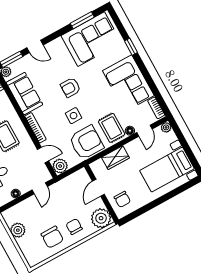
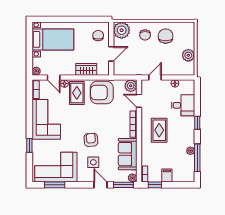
armchair: (70, 87) -> (91, 140), turned -94
side table: (74, 116) -> (93, 162), moved
door: (144, 131) -> (54, 77), swing flipped

